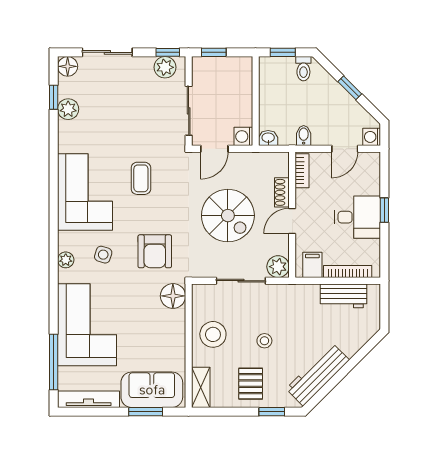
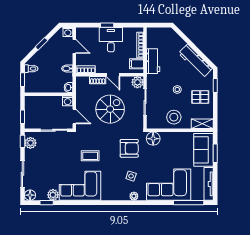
corner sofa: (85, 192) -> (80, 186), moved
workbench: (343, 296) -> (153, 61), moved

